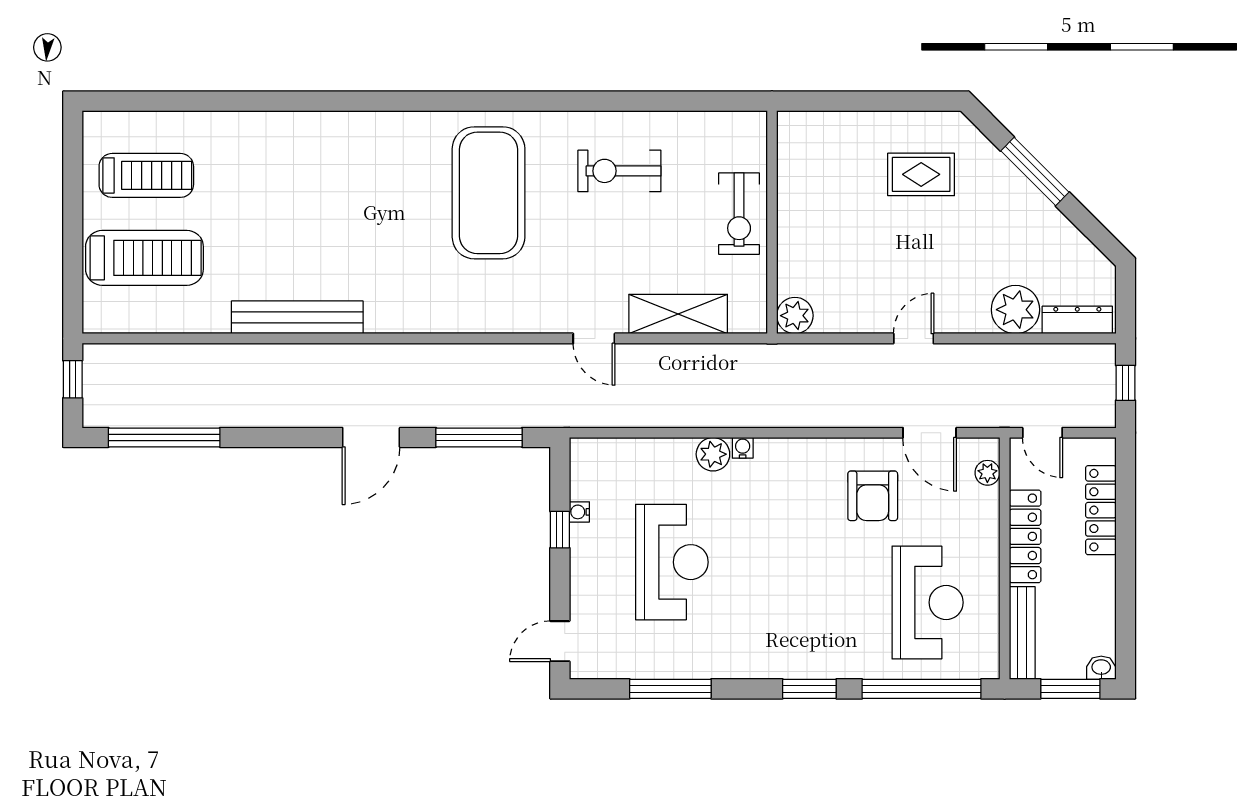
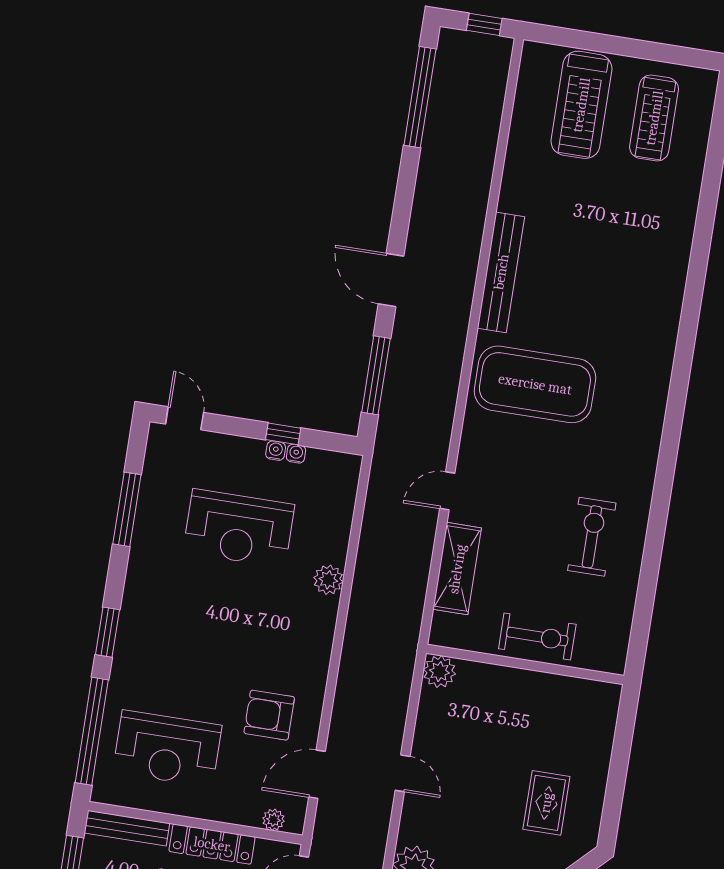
exercise mat: (489, 193) -> (535, 384), moved
exercise bike: (739, 214) -> (537, 636), turned 180
bench: (297, 317) -> (501, 272), moved
water cooler: (743, 448) -> (276, 451), moved, turned -90

